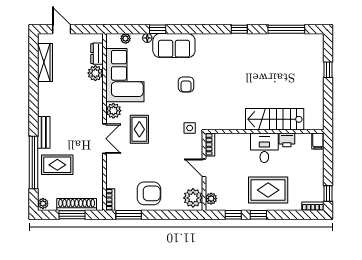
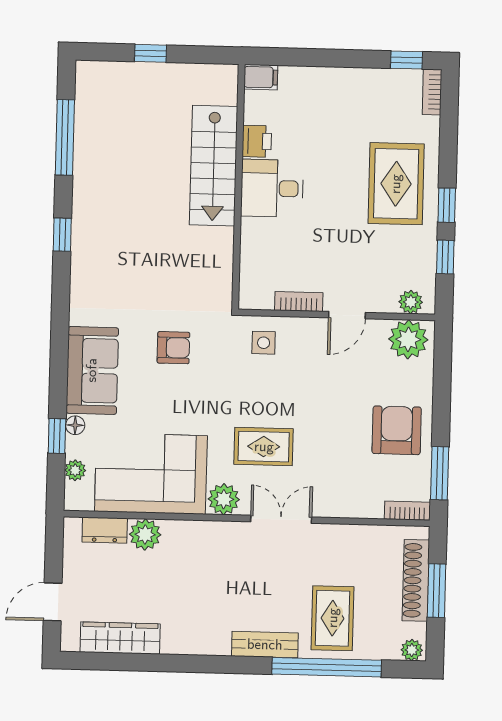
window: (158, 29) -> (57, 436), moved
stairs: (275, 119) -> (214, 166), moved
wall: (265, 132) -> (238, 187), moved
printer: (287, 140) -> (257, 141), moved
filing cabinet: (318, 141) -> (261, 77), moved
desk: (264, 148) -> (272, 188), moved

